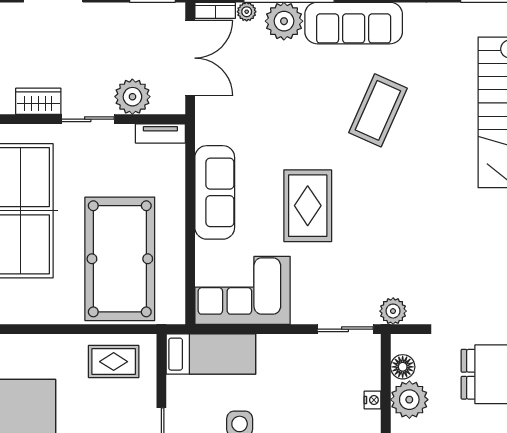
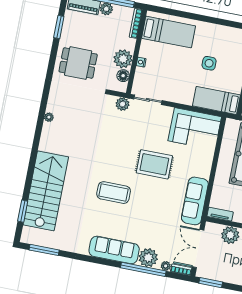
coffee table: (378, 110) -> (114, 193), moved, turned 66
sofa: (215, 192) -> (195, 201), moved
rug: (308, 206) -> (154, 164), turned 90

